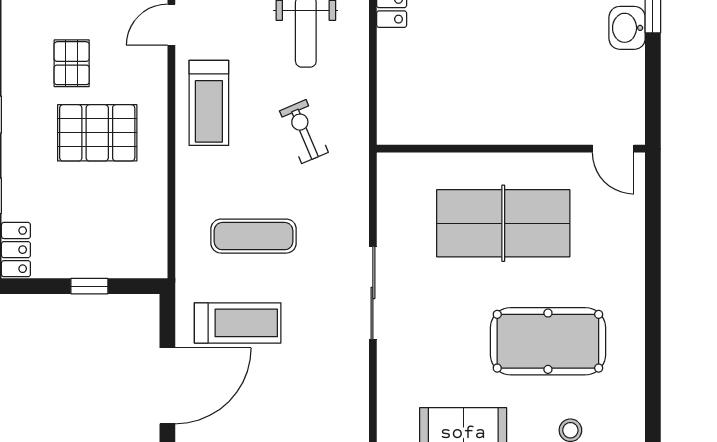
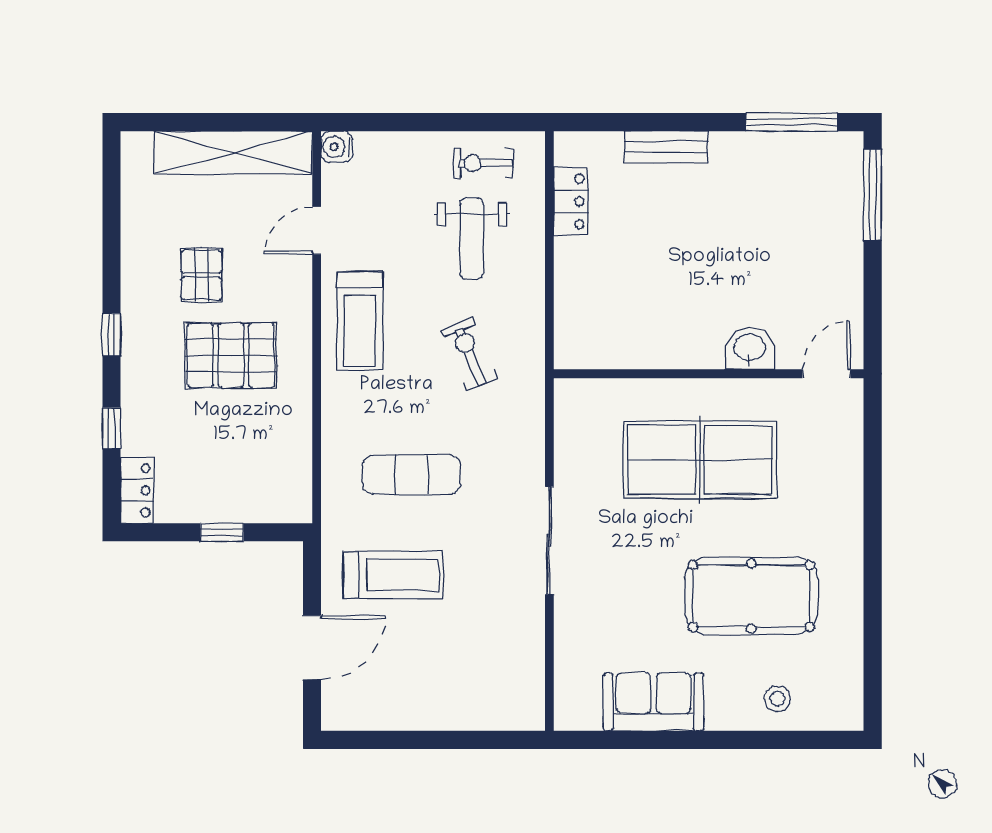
washbasin: (627, 28) -> (750, 348), moved, turned 90
door: (613, 149) -> (827, 374), swing flipped
door: (167, 386) -> (312, 647), width x0.73

